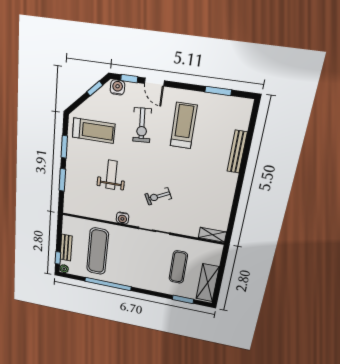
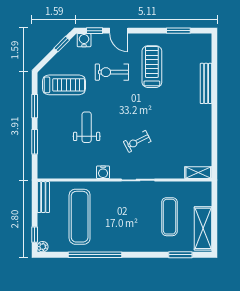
exercise bike: (142, 125) -> (112, 72), turned 94
bench: (66, 248) -> (43, 197), moved

